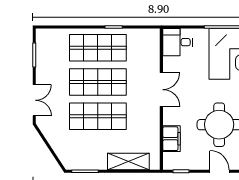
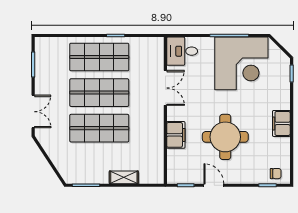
double door: (161, 90) -> (165, 88), moved
filing cabinet: (172, 139) -> (176, 135), moved
shelving: (128, 162) -> (124, 177), width x0.67, depth x0.75
door: (219, 171) -> (214, 185), moved

